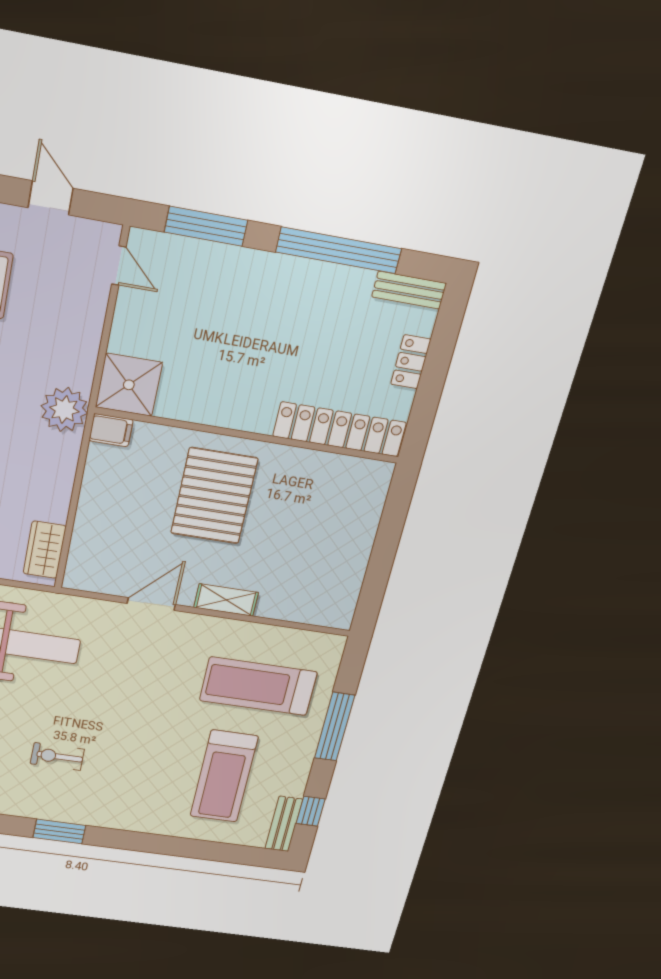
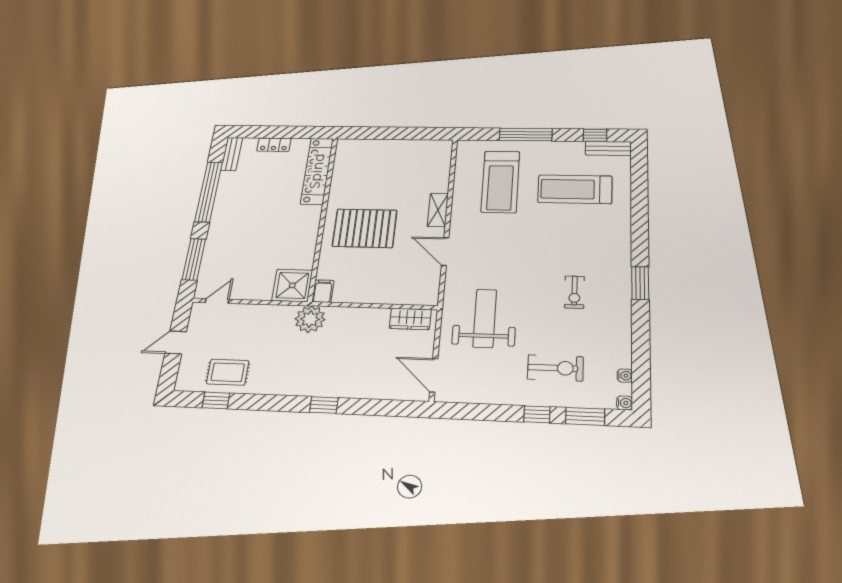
treadmill: (224, 776) -> (575, 189), turned 180

